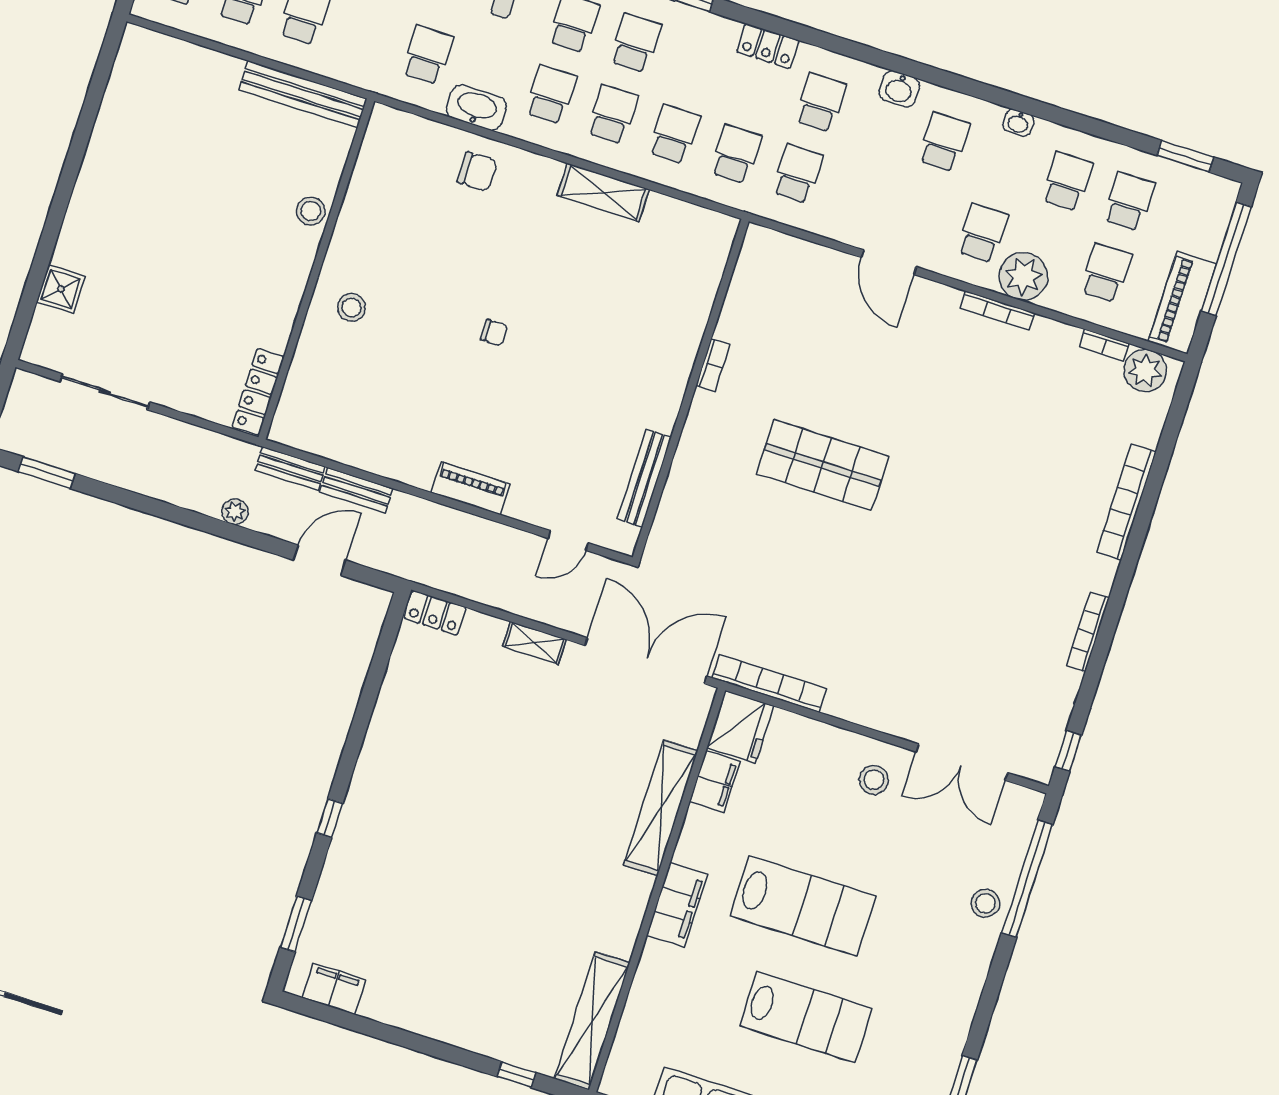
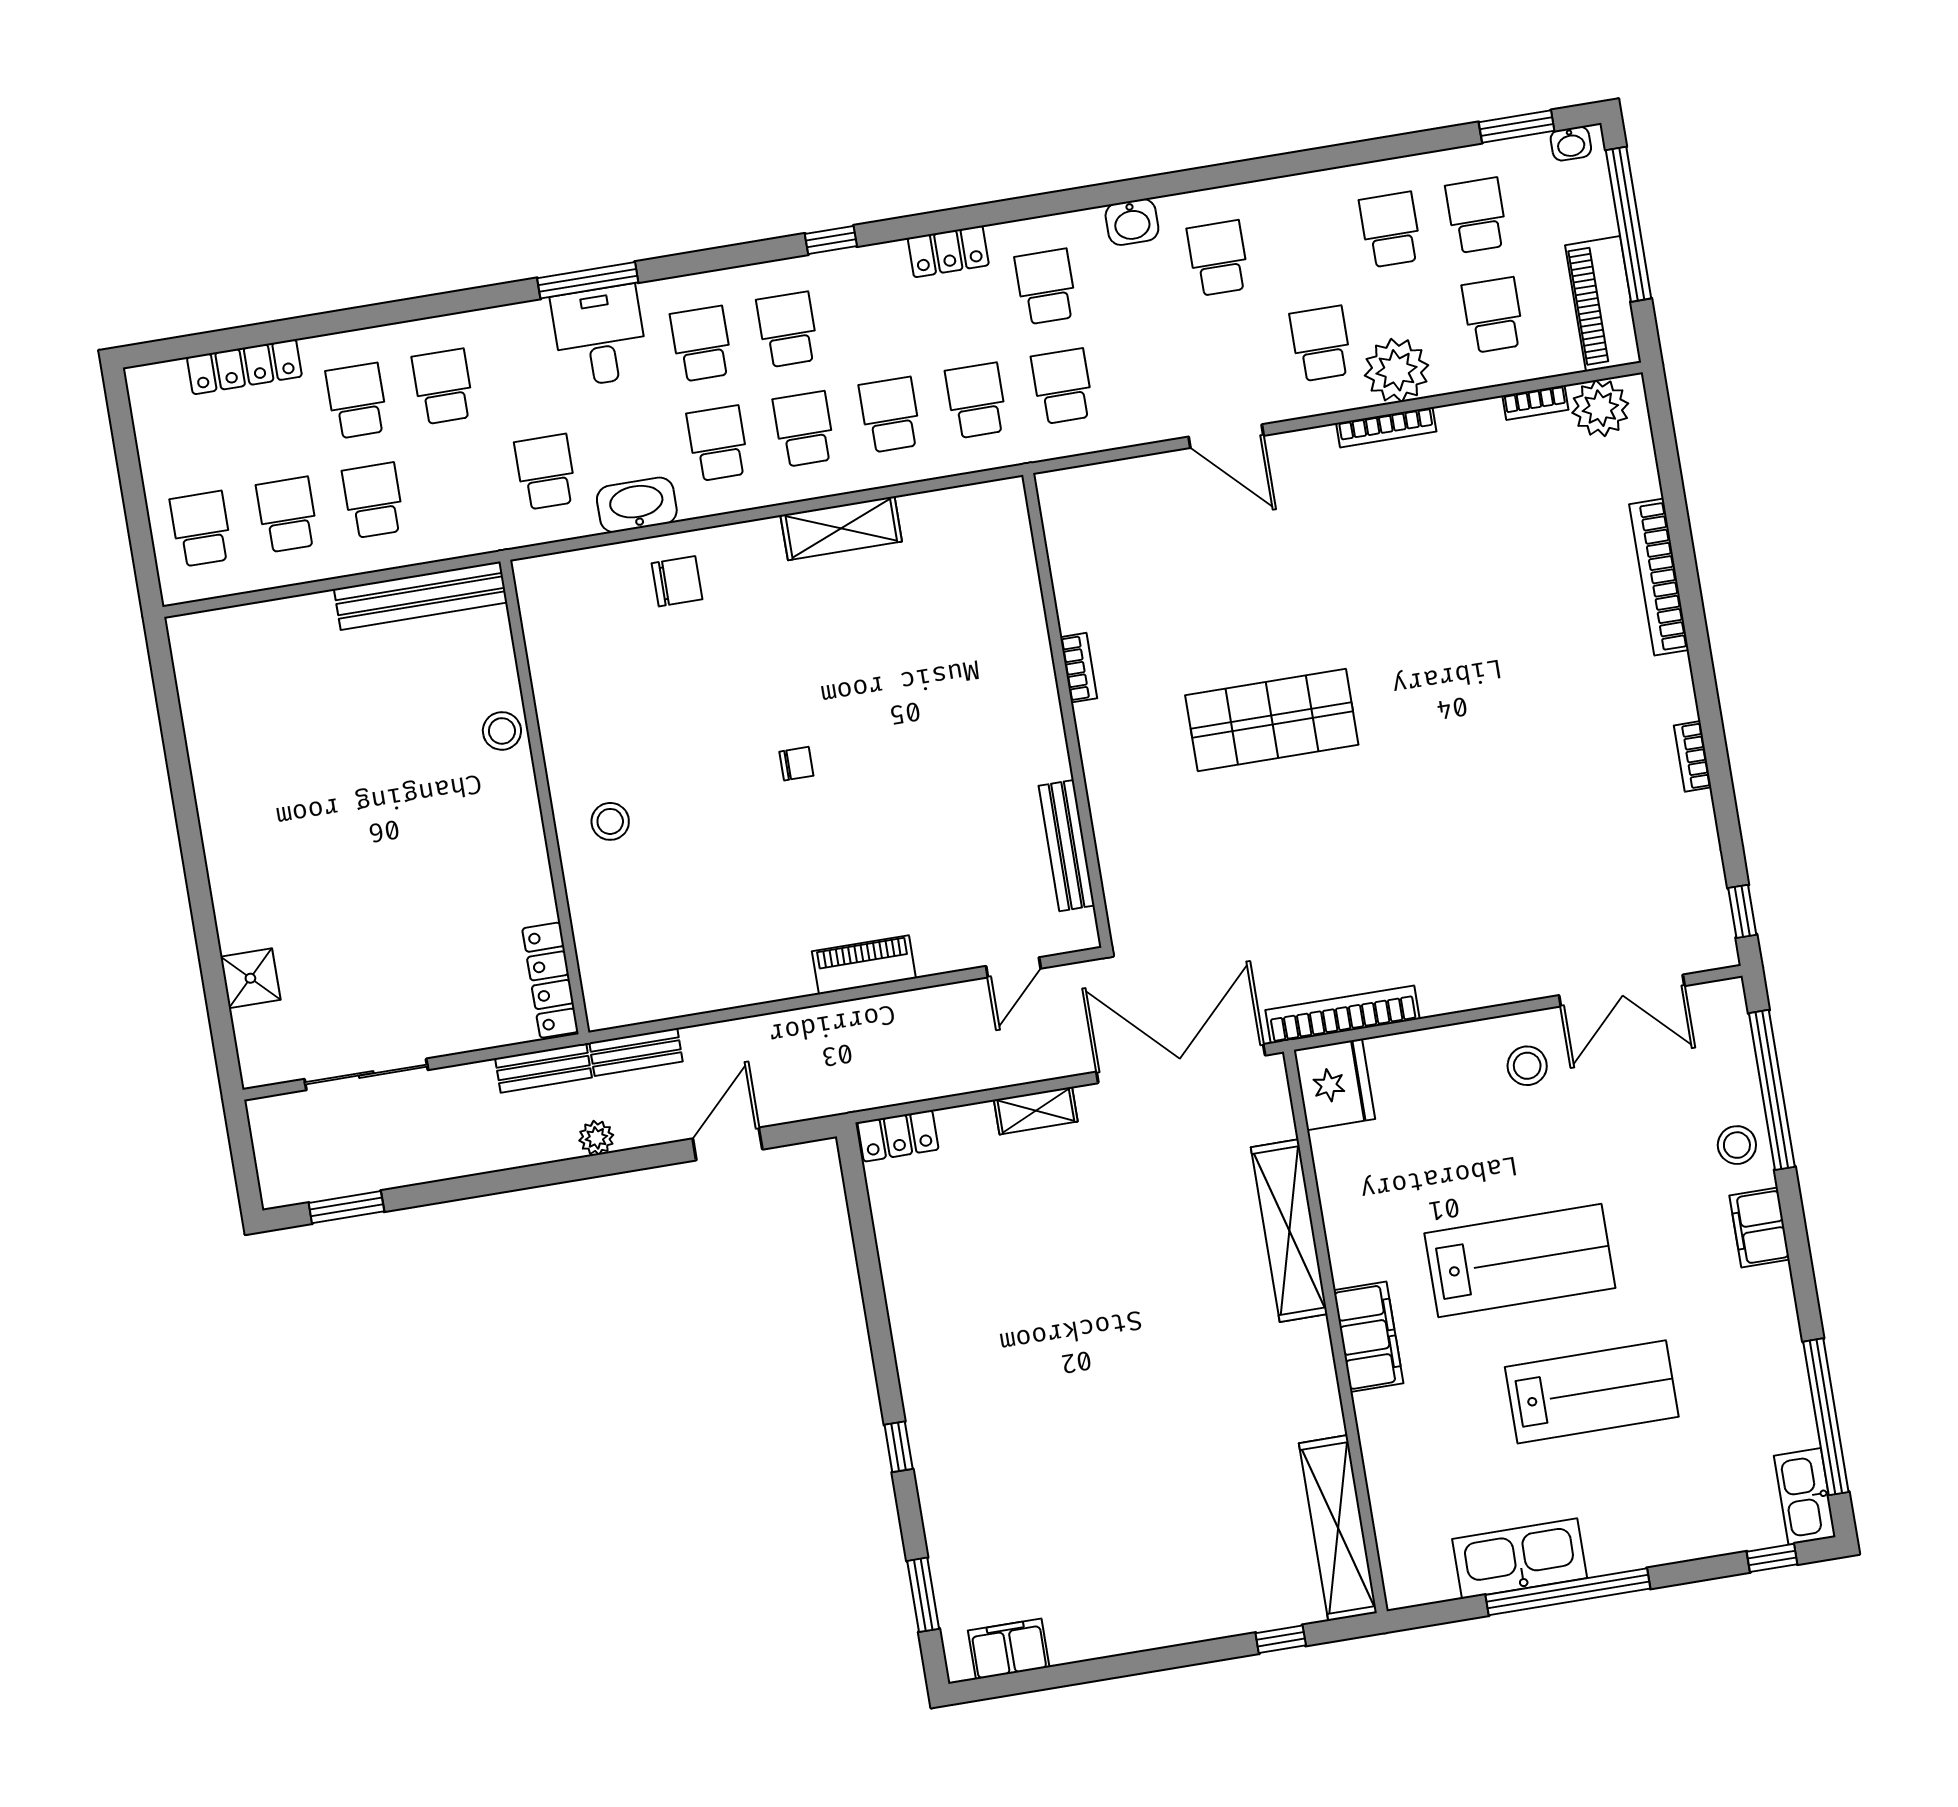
washbasin: (1018, 123) -> (1571, 144), moved
bench: (356, 490) -> (543, 1068), moved
bookcase: (1088, 632) -> (1693, 756), width x0.64
filing cabinet: (715, 781) -> (1760, 1228), moved, turned 180

